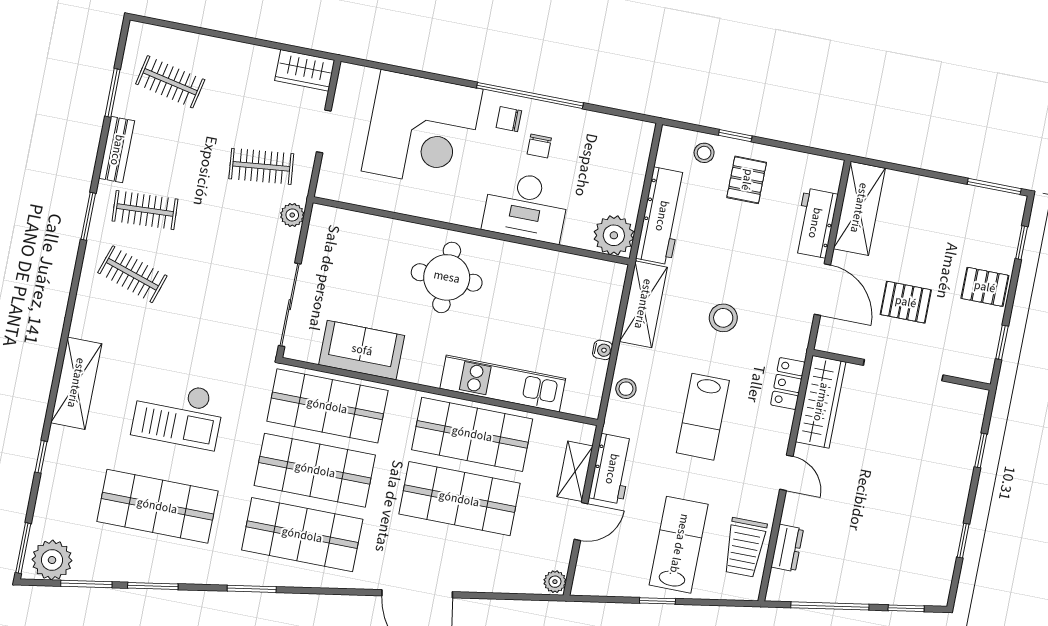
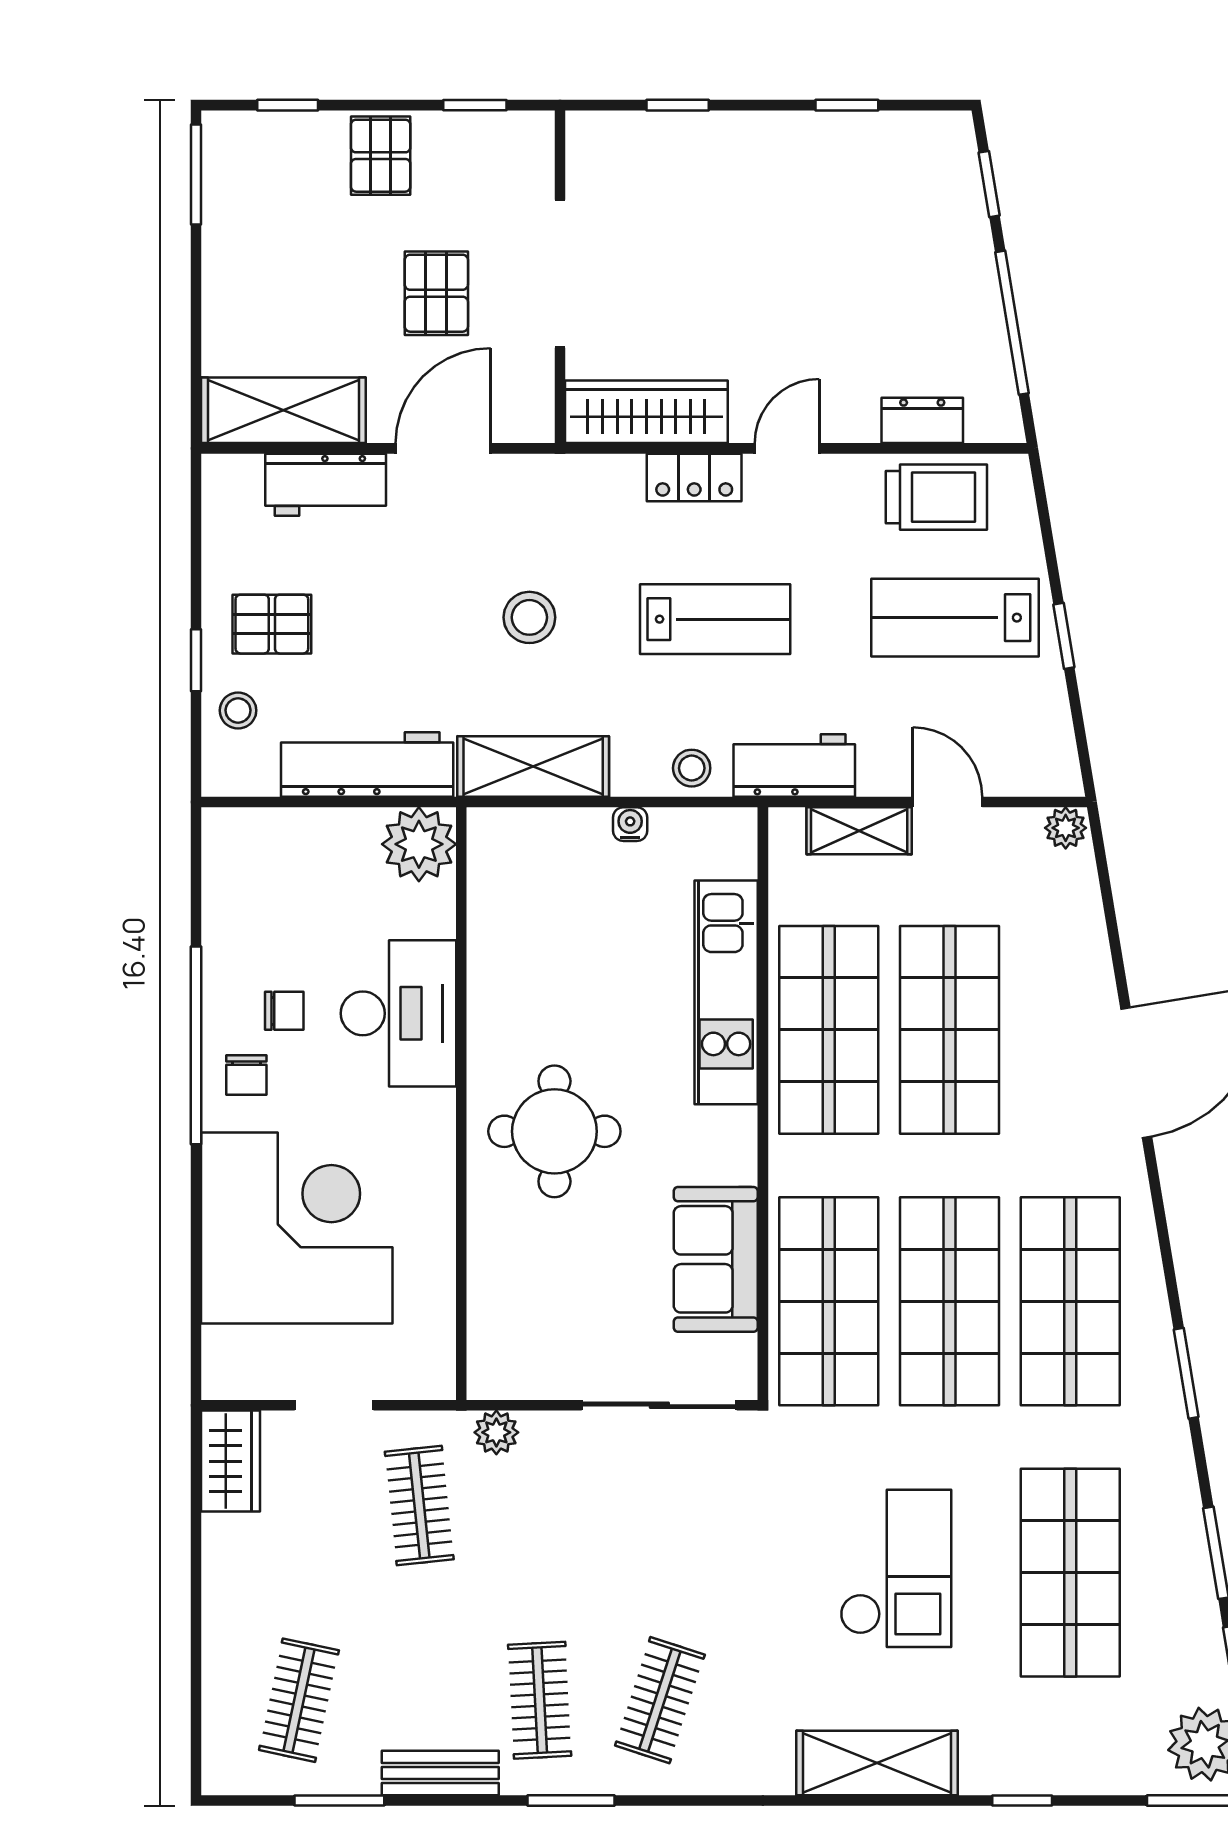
locker: (788, 384) -> (694, 477), moved
workbench: (612, 469) -> (794, 765), moved

